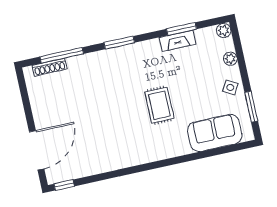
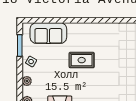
rug: (159, 105) -> (82, 60), turned 90

